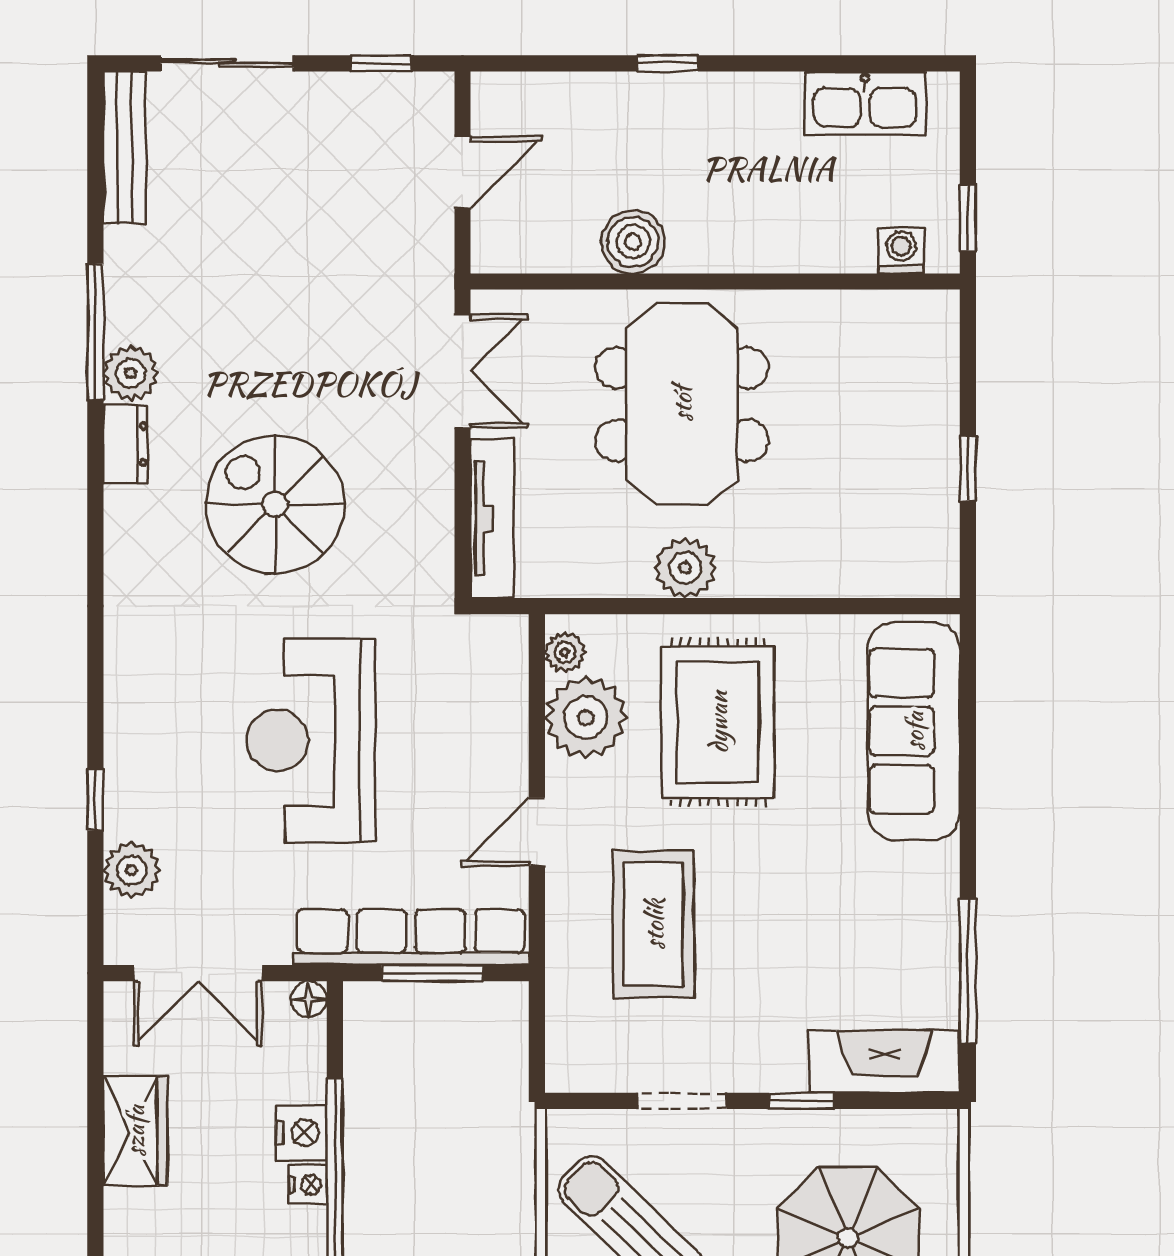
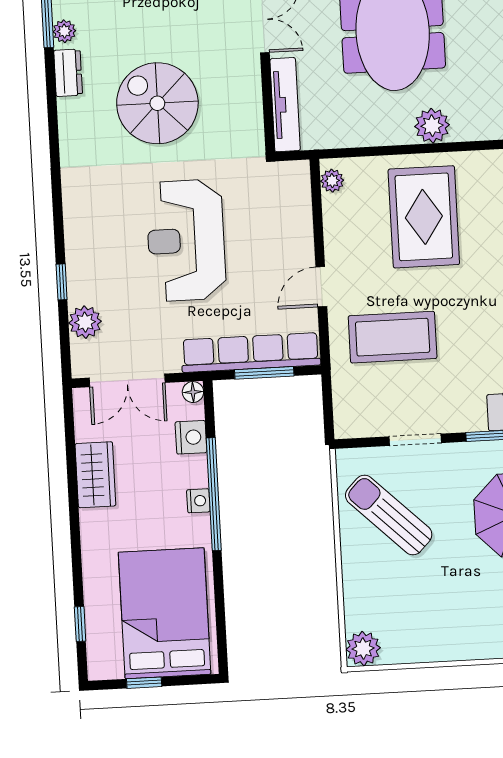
plant: (131, 373) -> (64, 31), width x0.73, depth x0.73
plant: (685, 568) -> (432, 126), moved
plant: (586, 718) -> (346, 218), removed
coffee table: (654, 924) -> (393, 337), turned 90
nightstand: (301, 1133) -> (191, 437), moved

